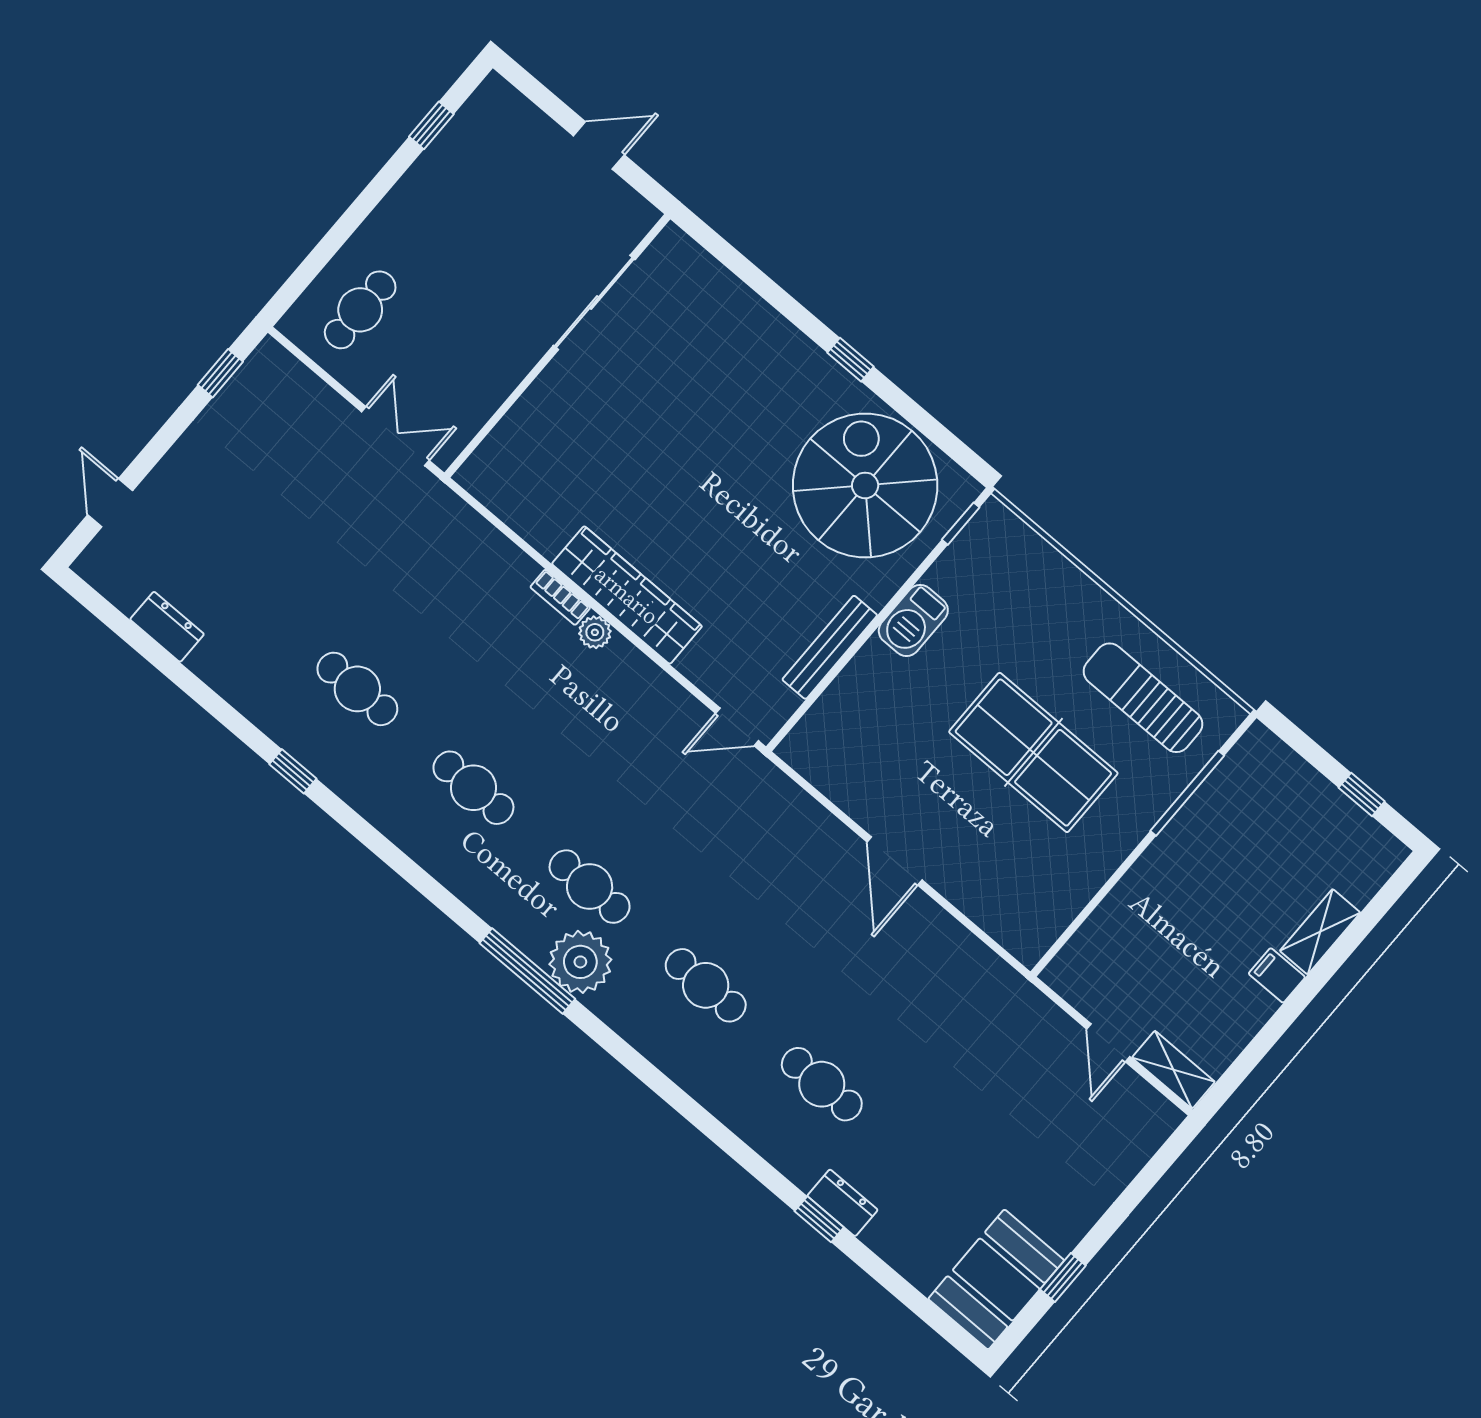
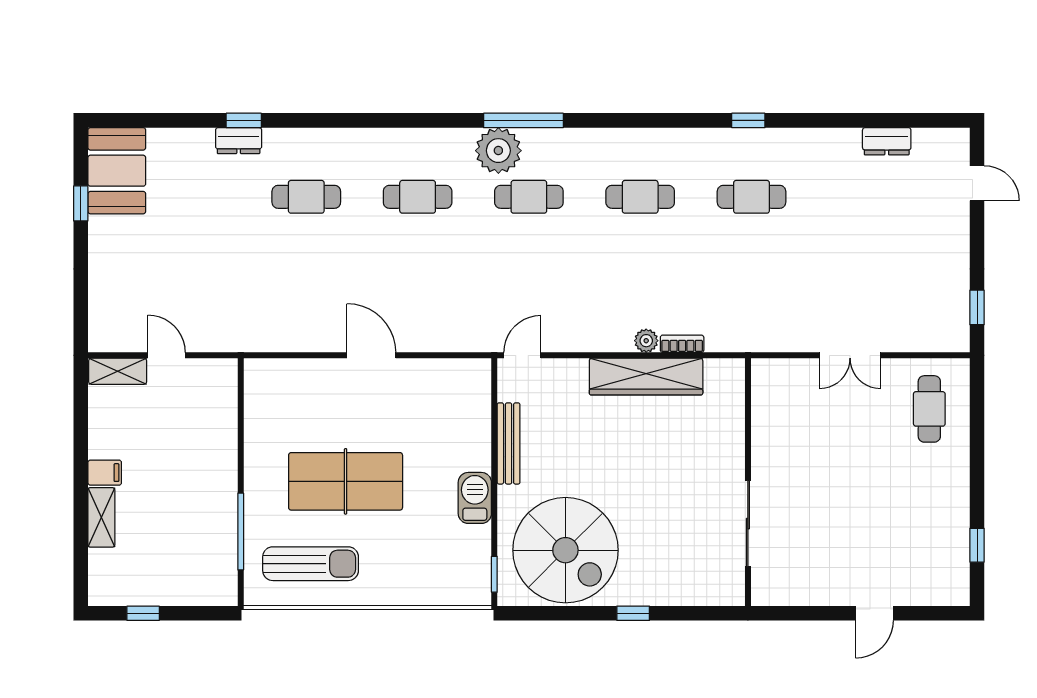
sliding door: (594, 303) -> (748, 524), moved
wall: (557, 346) -> (748, 482), moved

